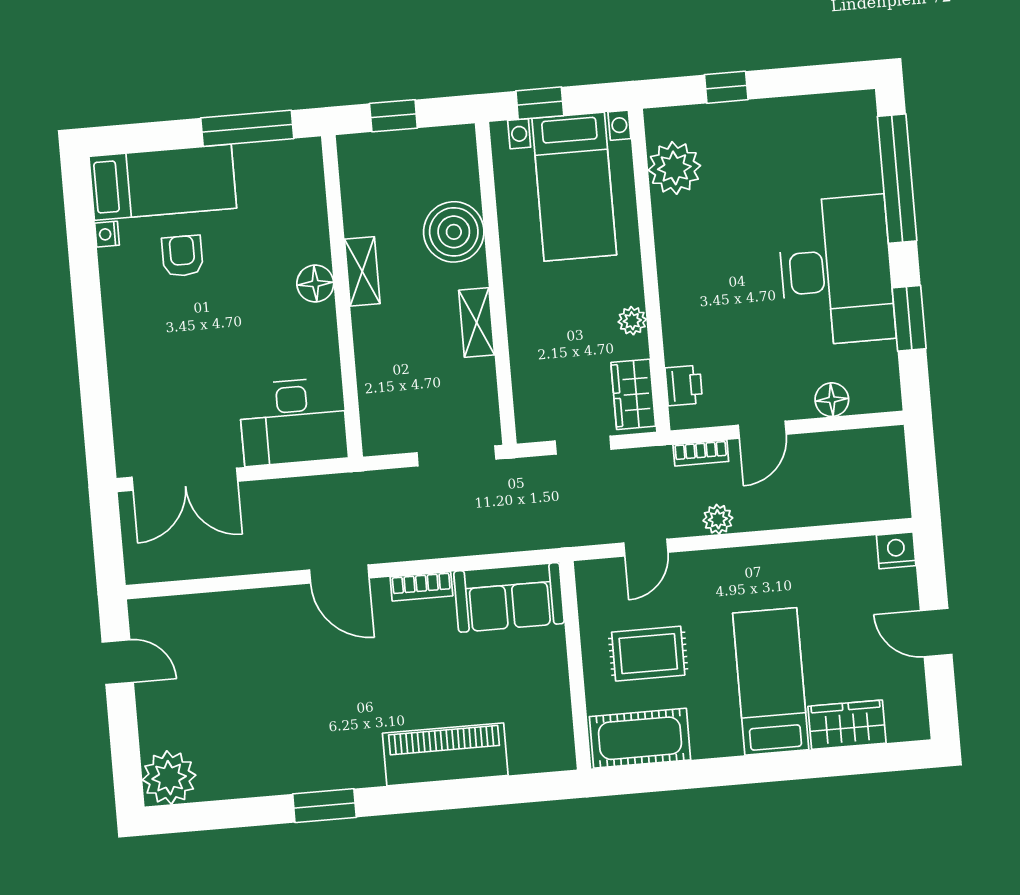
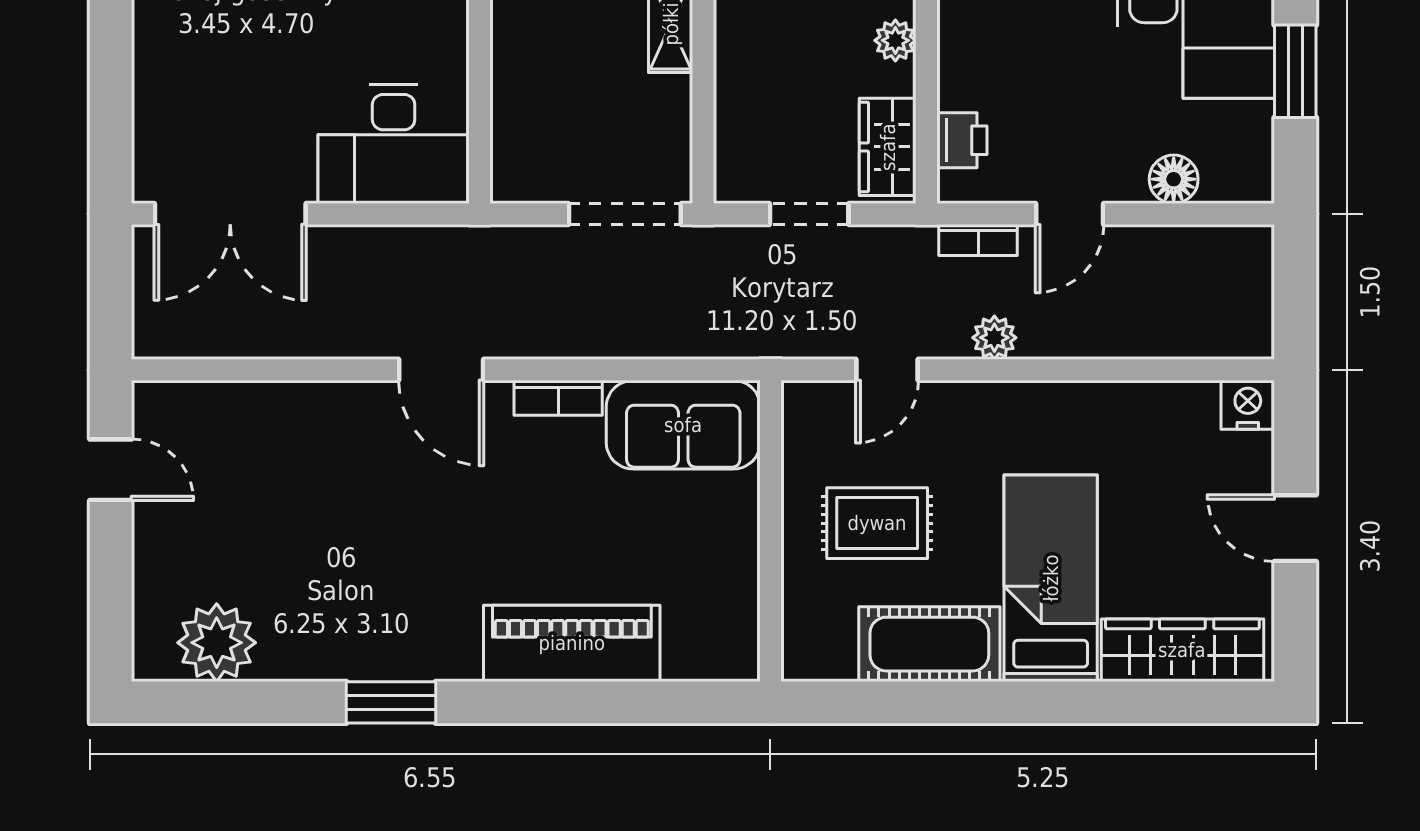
wardrobe: (847, 725) -> (1182, 650), width x1.50
cot: (640, 738) -> (929, 644), moved
plant: (169, 778) -> (217, 643), moved

